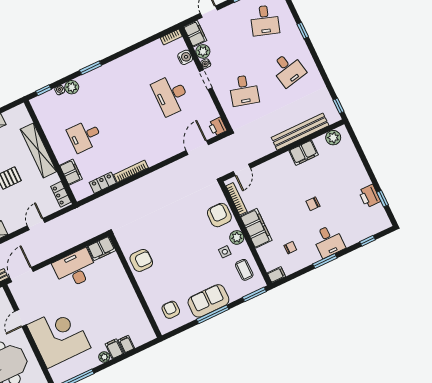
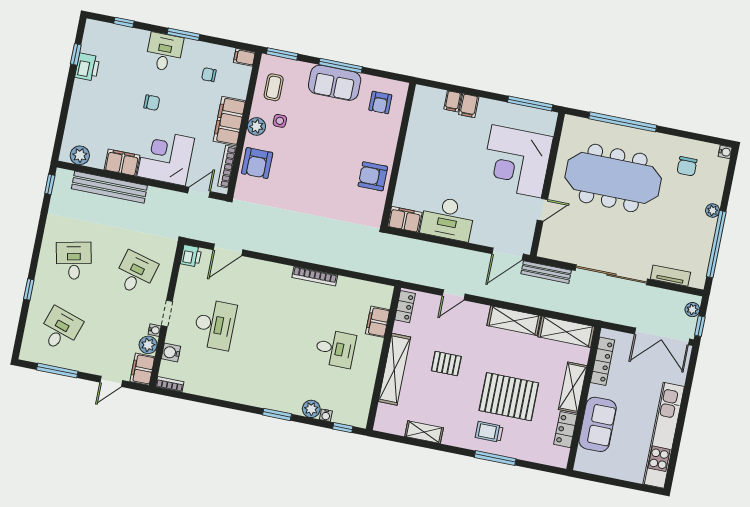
corner desk: (279, 176) -> (166, 157), added
locker: (103, 183) -> (353, 286), removed
plant: (104, 357) -> (486, 105), removed

